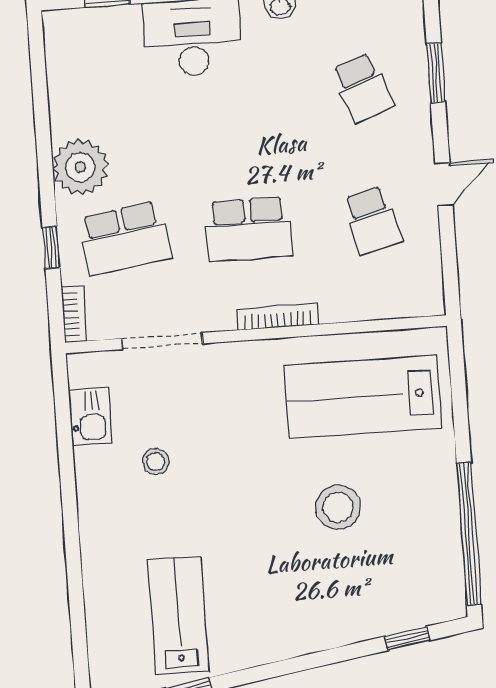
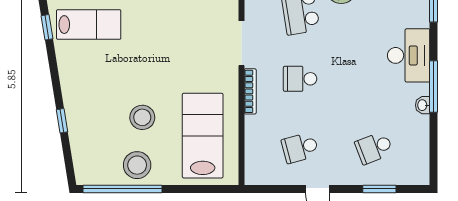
school desk: (248, 229) -> (300, 79), width x0.54
doorway: (162, 341) -> (241, 43), moved
stool: (156, 462) -> (137, 165), moved, width x1.89, depth x1.89
window: (407, 638) -> (62, 121), moved

